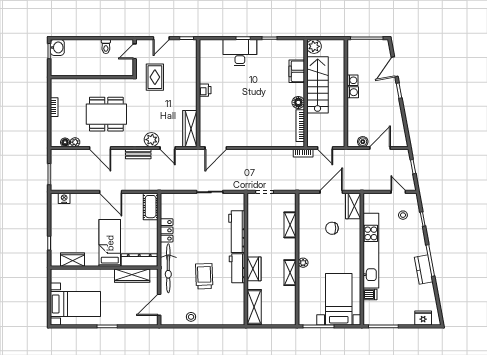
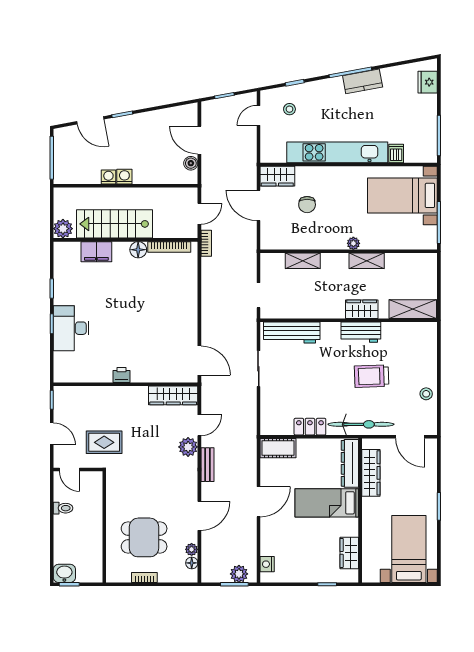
dining table: (106, 114) -> (144, 537), moved, width x0.73
plant: (57, 177) -> (239, 574), added
workbench: (237, 232) -> (292, 332), moved

